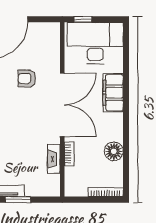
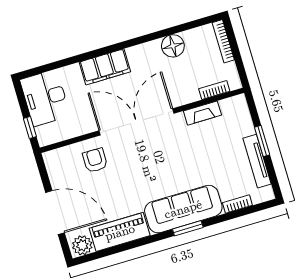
desk: (95, 43) -> (45, 98), width x0.73, depth x0.77
armchair: (27, 78) -> (95, 160), moved, turned 180
bookcase: (69, 154) -> (214, 90), moved

